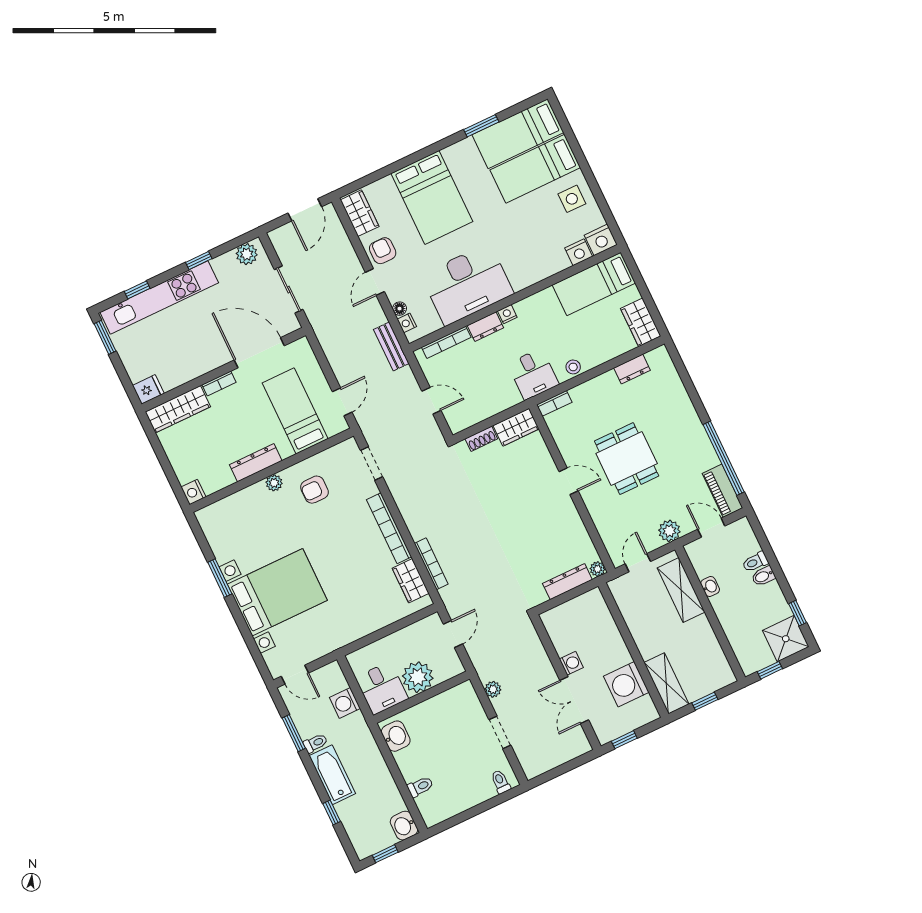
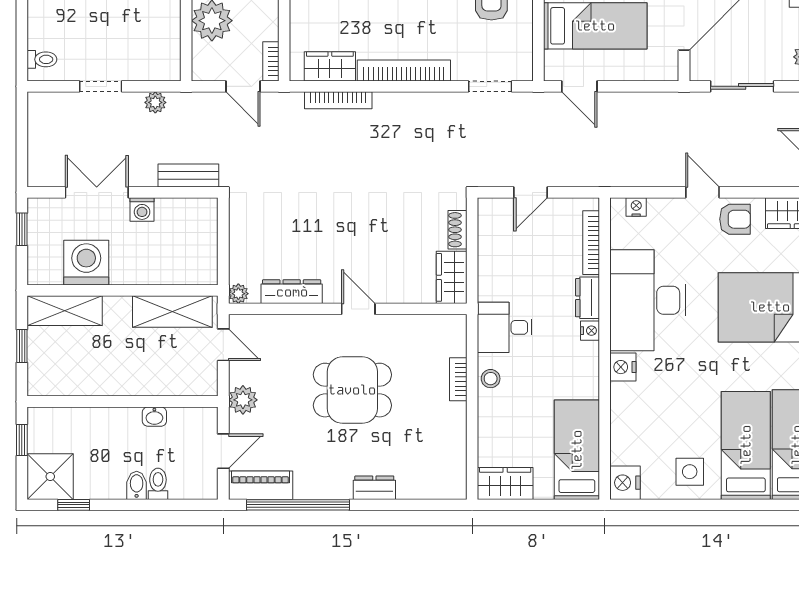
nightstand: (579, 252) -> (623, 367), moved
floor lamp: (400, 309) -> (657, 207), removed
bench: (391, 346) -> (188, 175), moved
dresser: (632, 369) -> (374, 488), moved, turned 90
bookcase: (554, 403) -> (458, 379), moved
door: (569, 481) -> (358, 309), swing flipped
dresser: (567, 582) -> (292, 292), moved, turned -90
shelving: (681, 590) -> (172, 311), moved
bookcase: (426, 623) -> (271, 61), added

